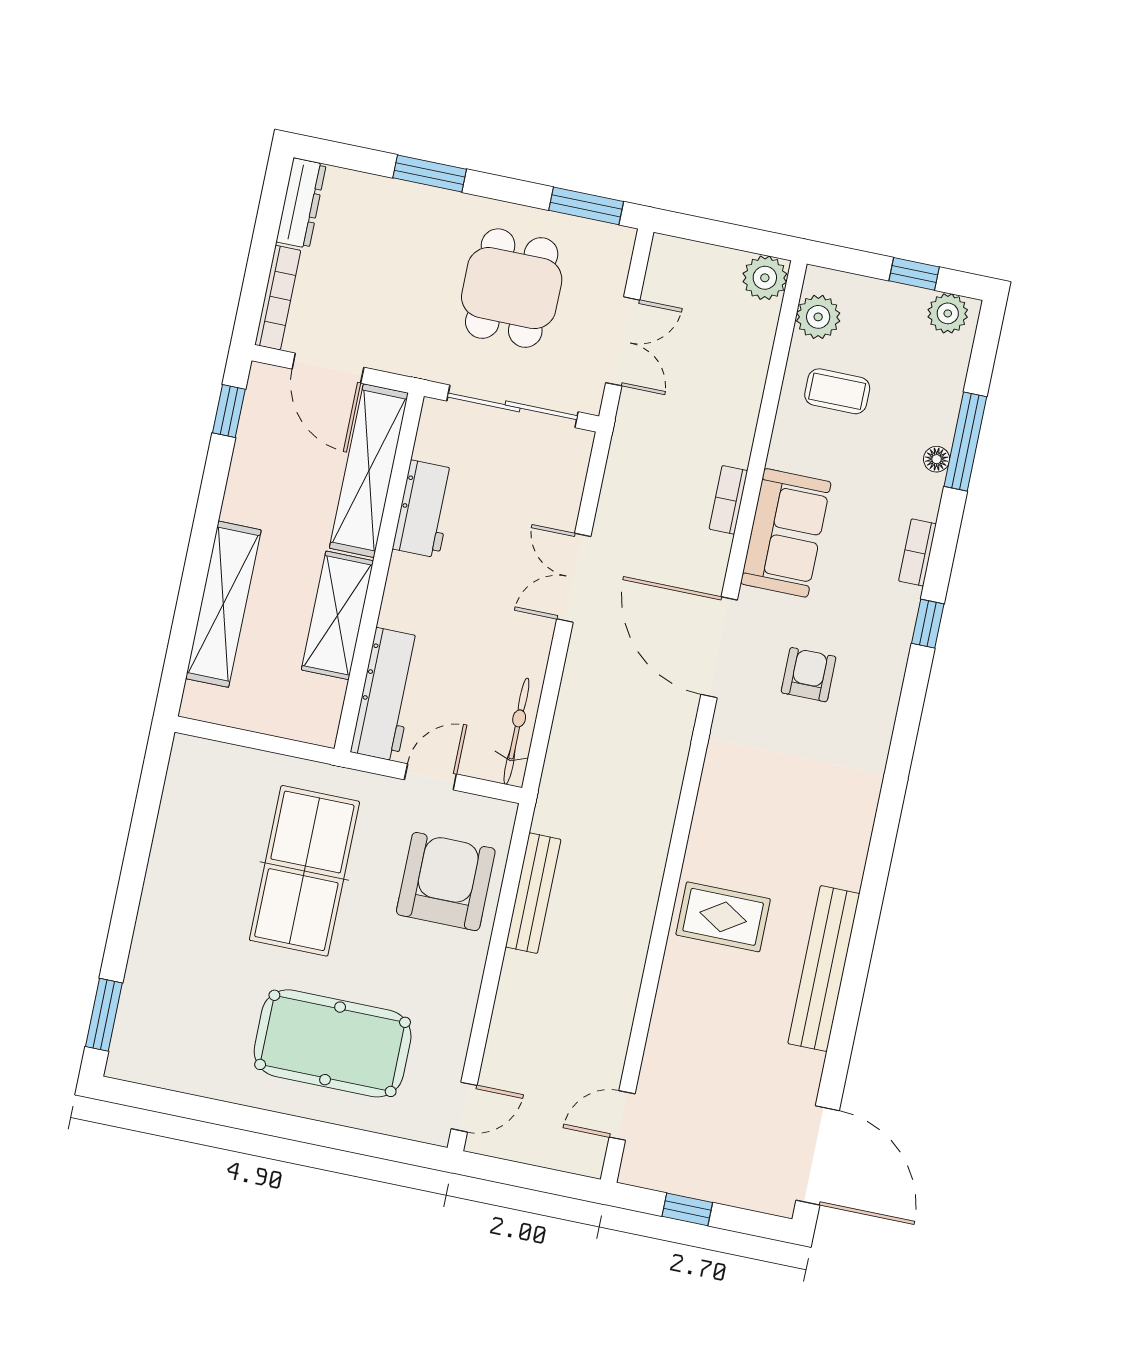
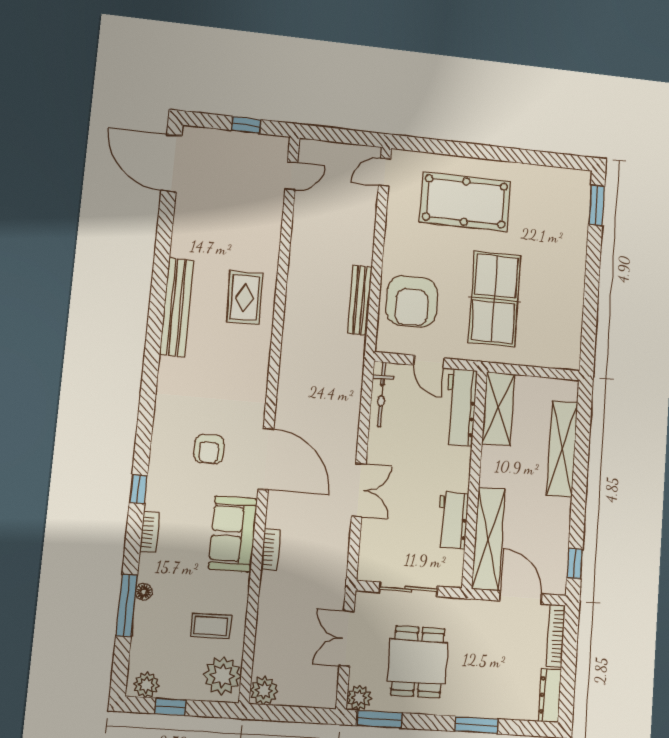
plant: (614, 244) -> (359, 698), added
plant: (818, 317) -> (222, 676), width x1.36, depth x1.36
sliding door: (513, 406) -> (408, 589), width x0.73
shelving: (337, 615) -> (498, 409), moved
door: (430, 777) -> (429, 362), hinge flipped
rug: (723, 917) -> (245, 298), turned 90
bench: (824, 969) -> (177, 307), moved

